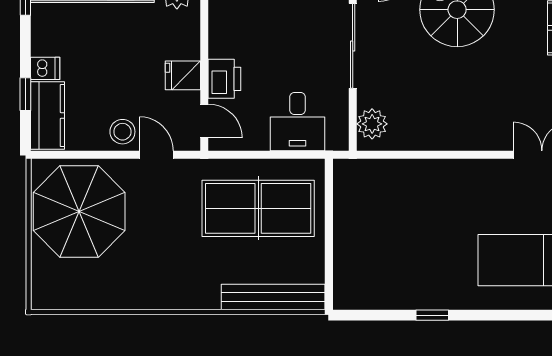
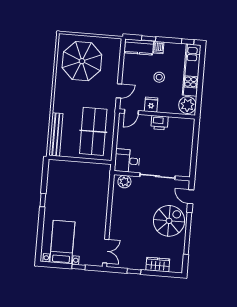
printer: (224, 79) -> (160, 123), moved
desk: (298, 122) -> (127, 161), moved
stool: (122, 132) -> (159, 77), moved
parasol: (79, 211) -> (82, 61), moved

